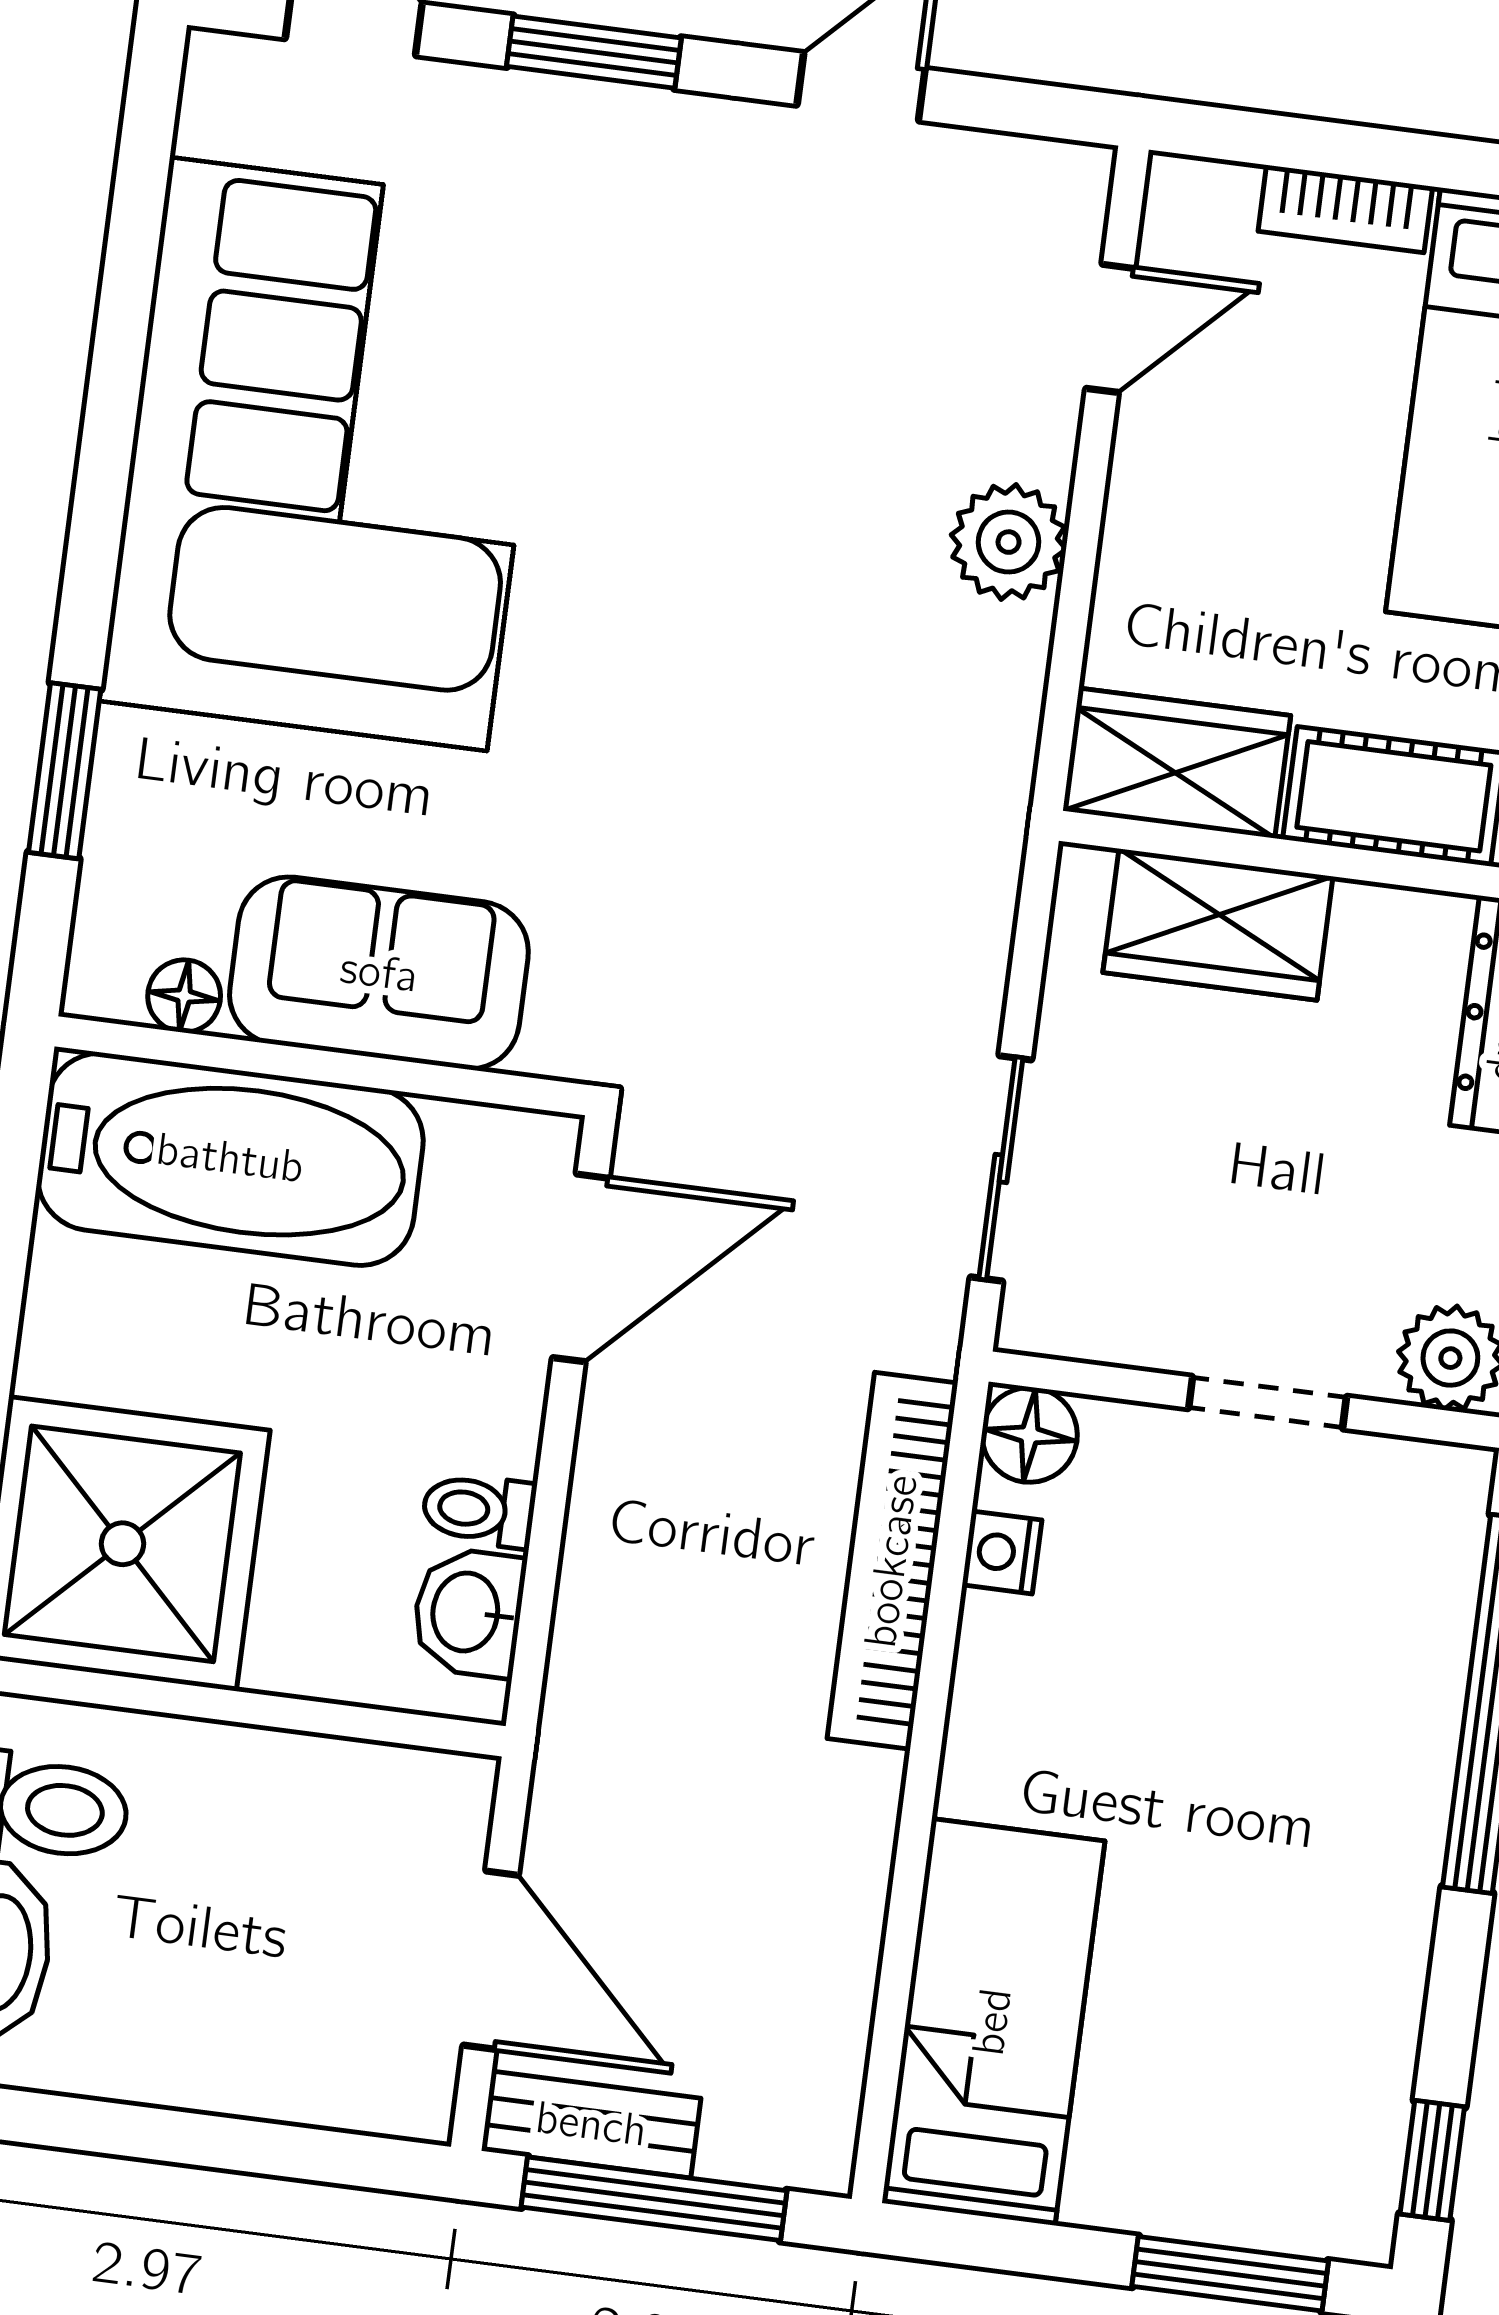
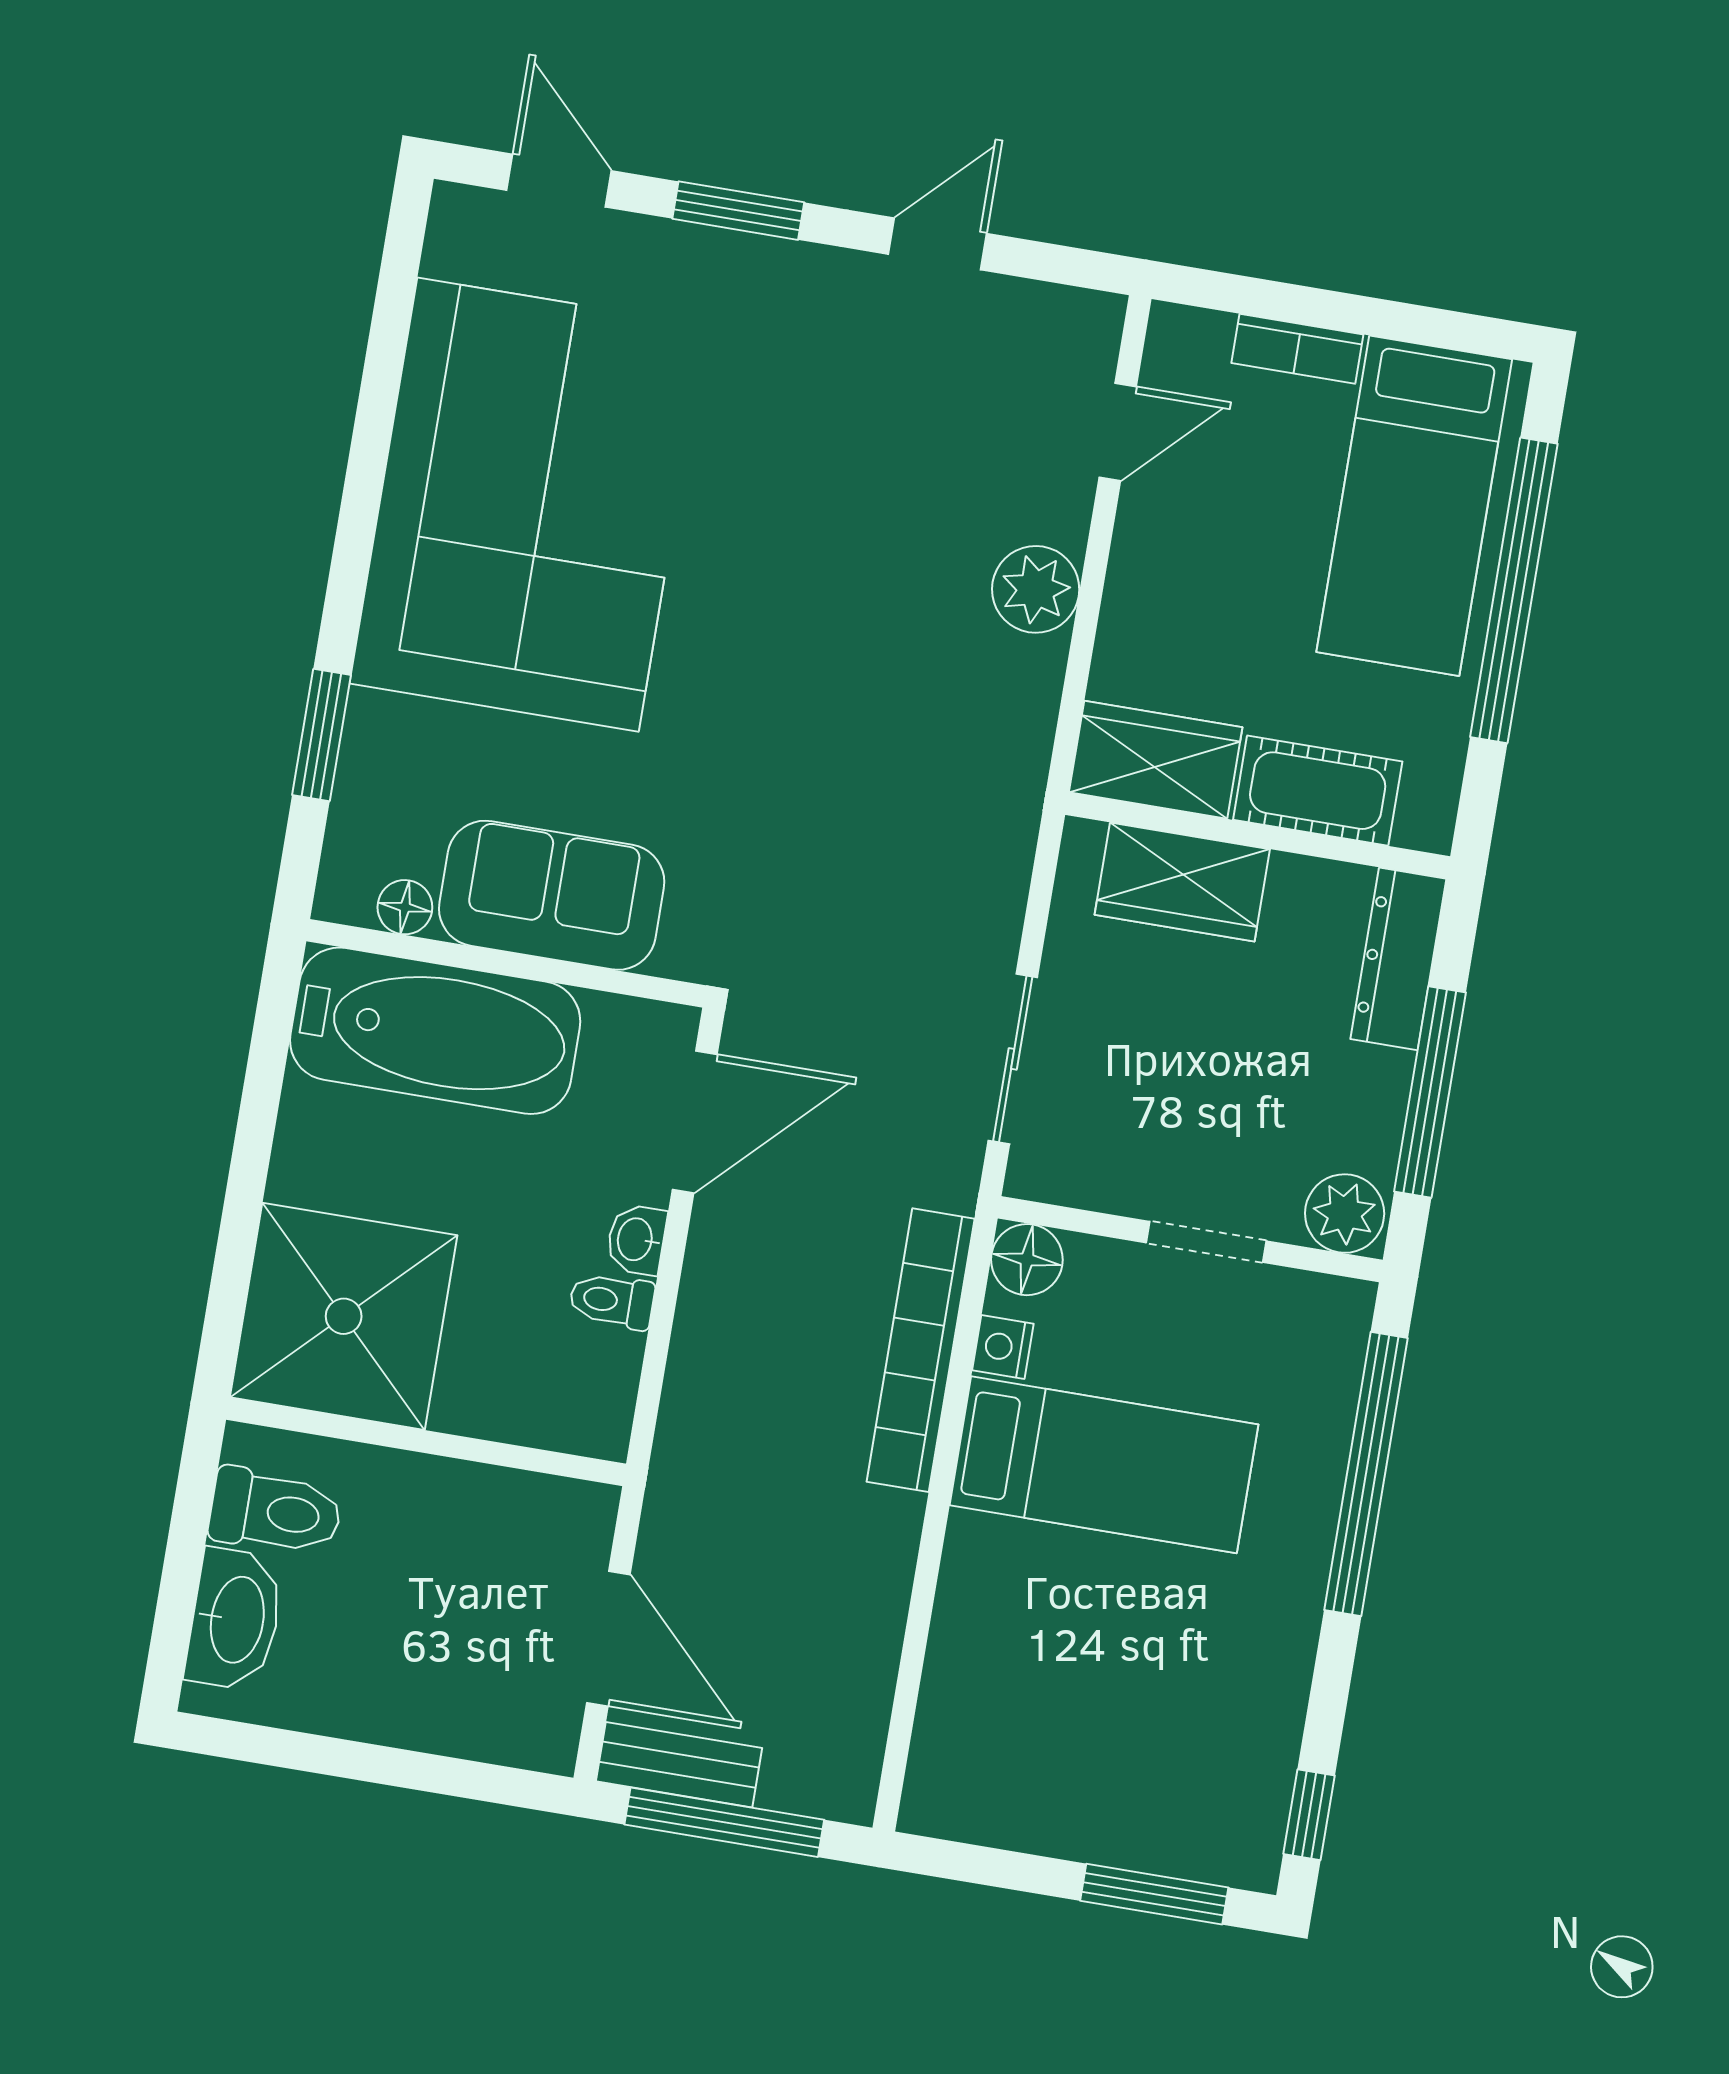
washbasin: (468, 1612) -> (636, 1240), moved, width x0.72, depth x0.69
bed: (993, 2022) -> (1104, 1465), moved, turned 90

